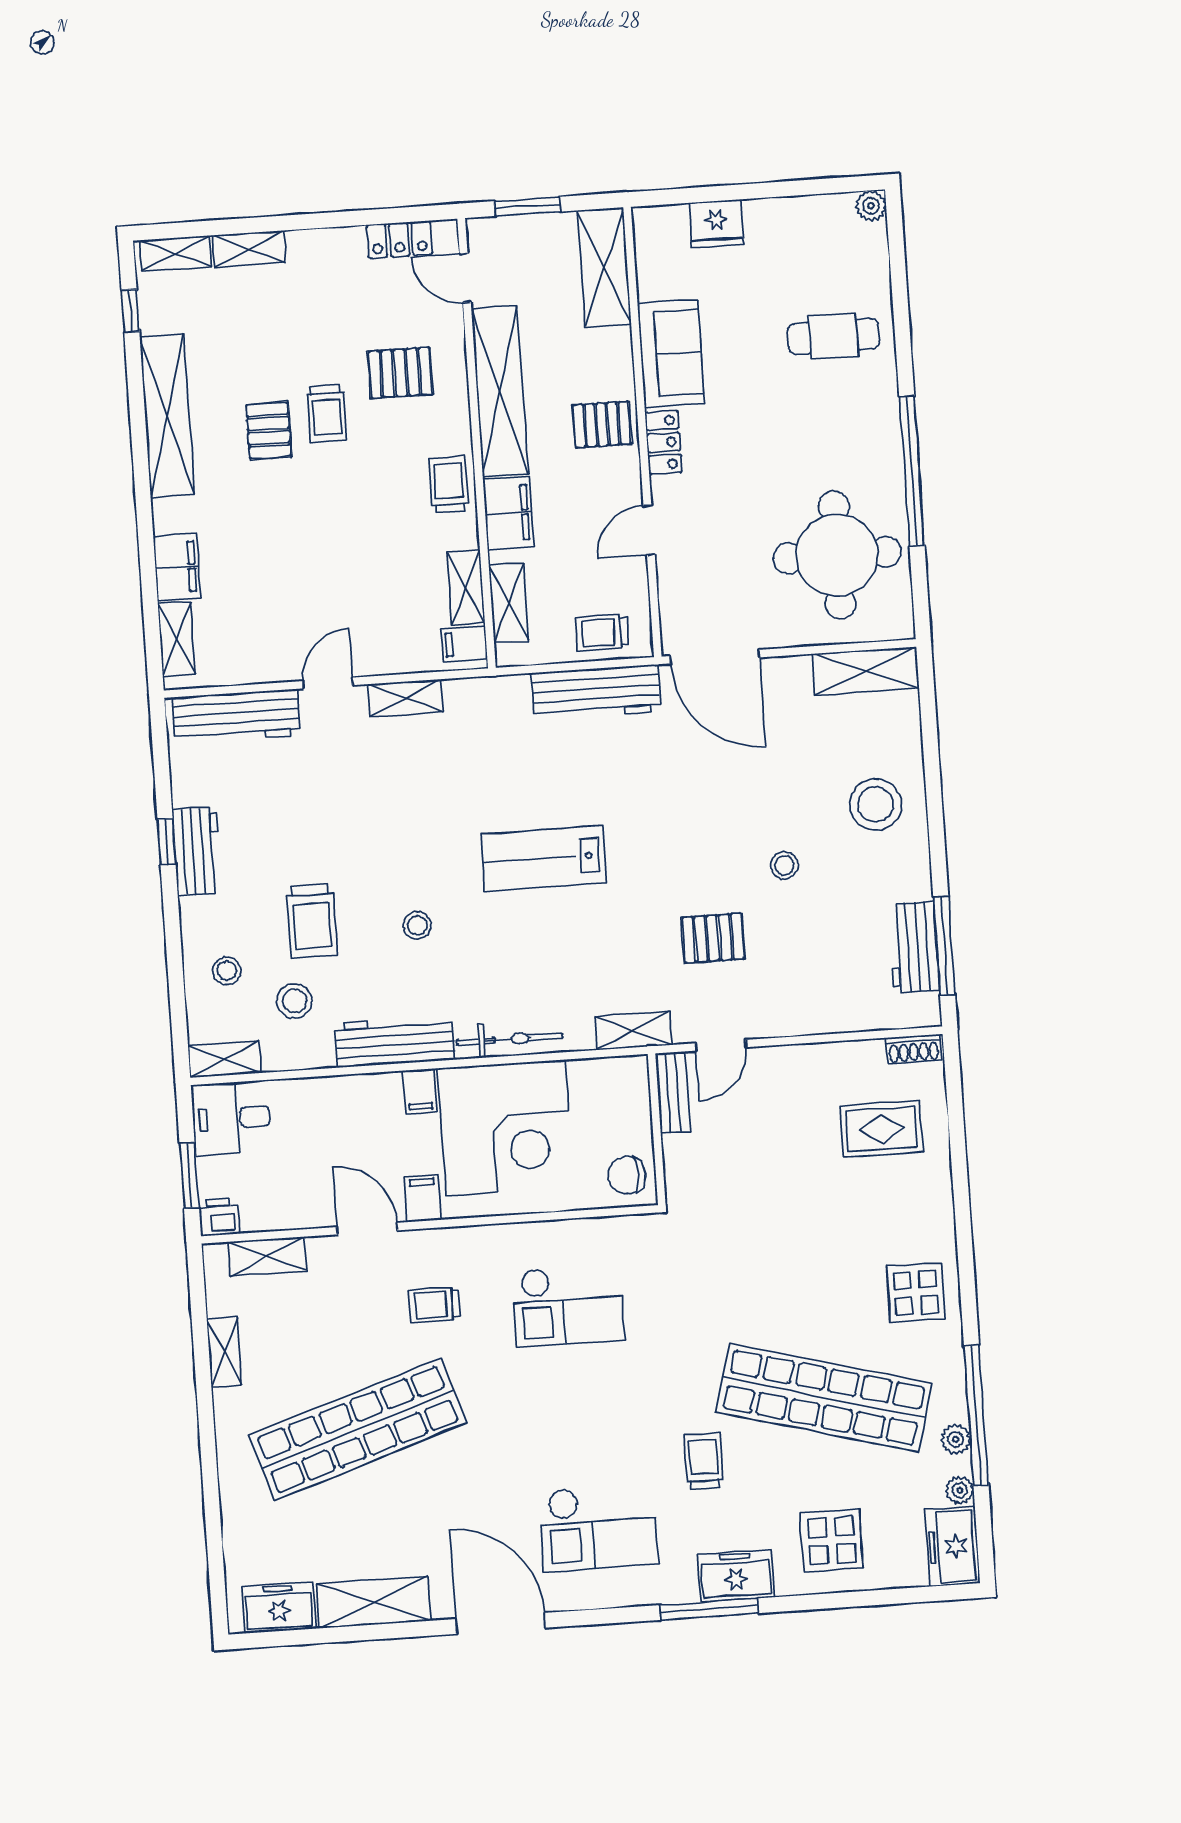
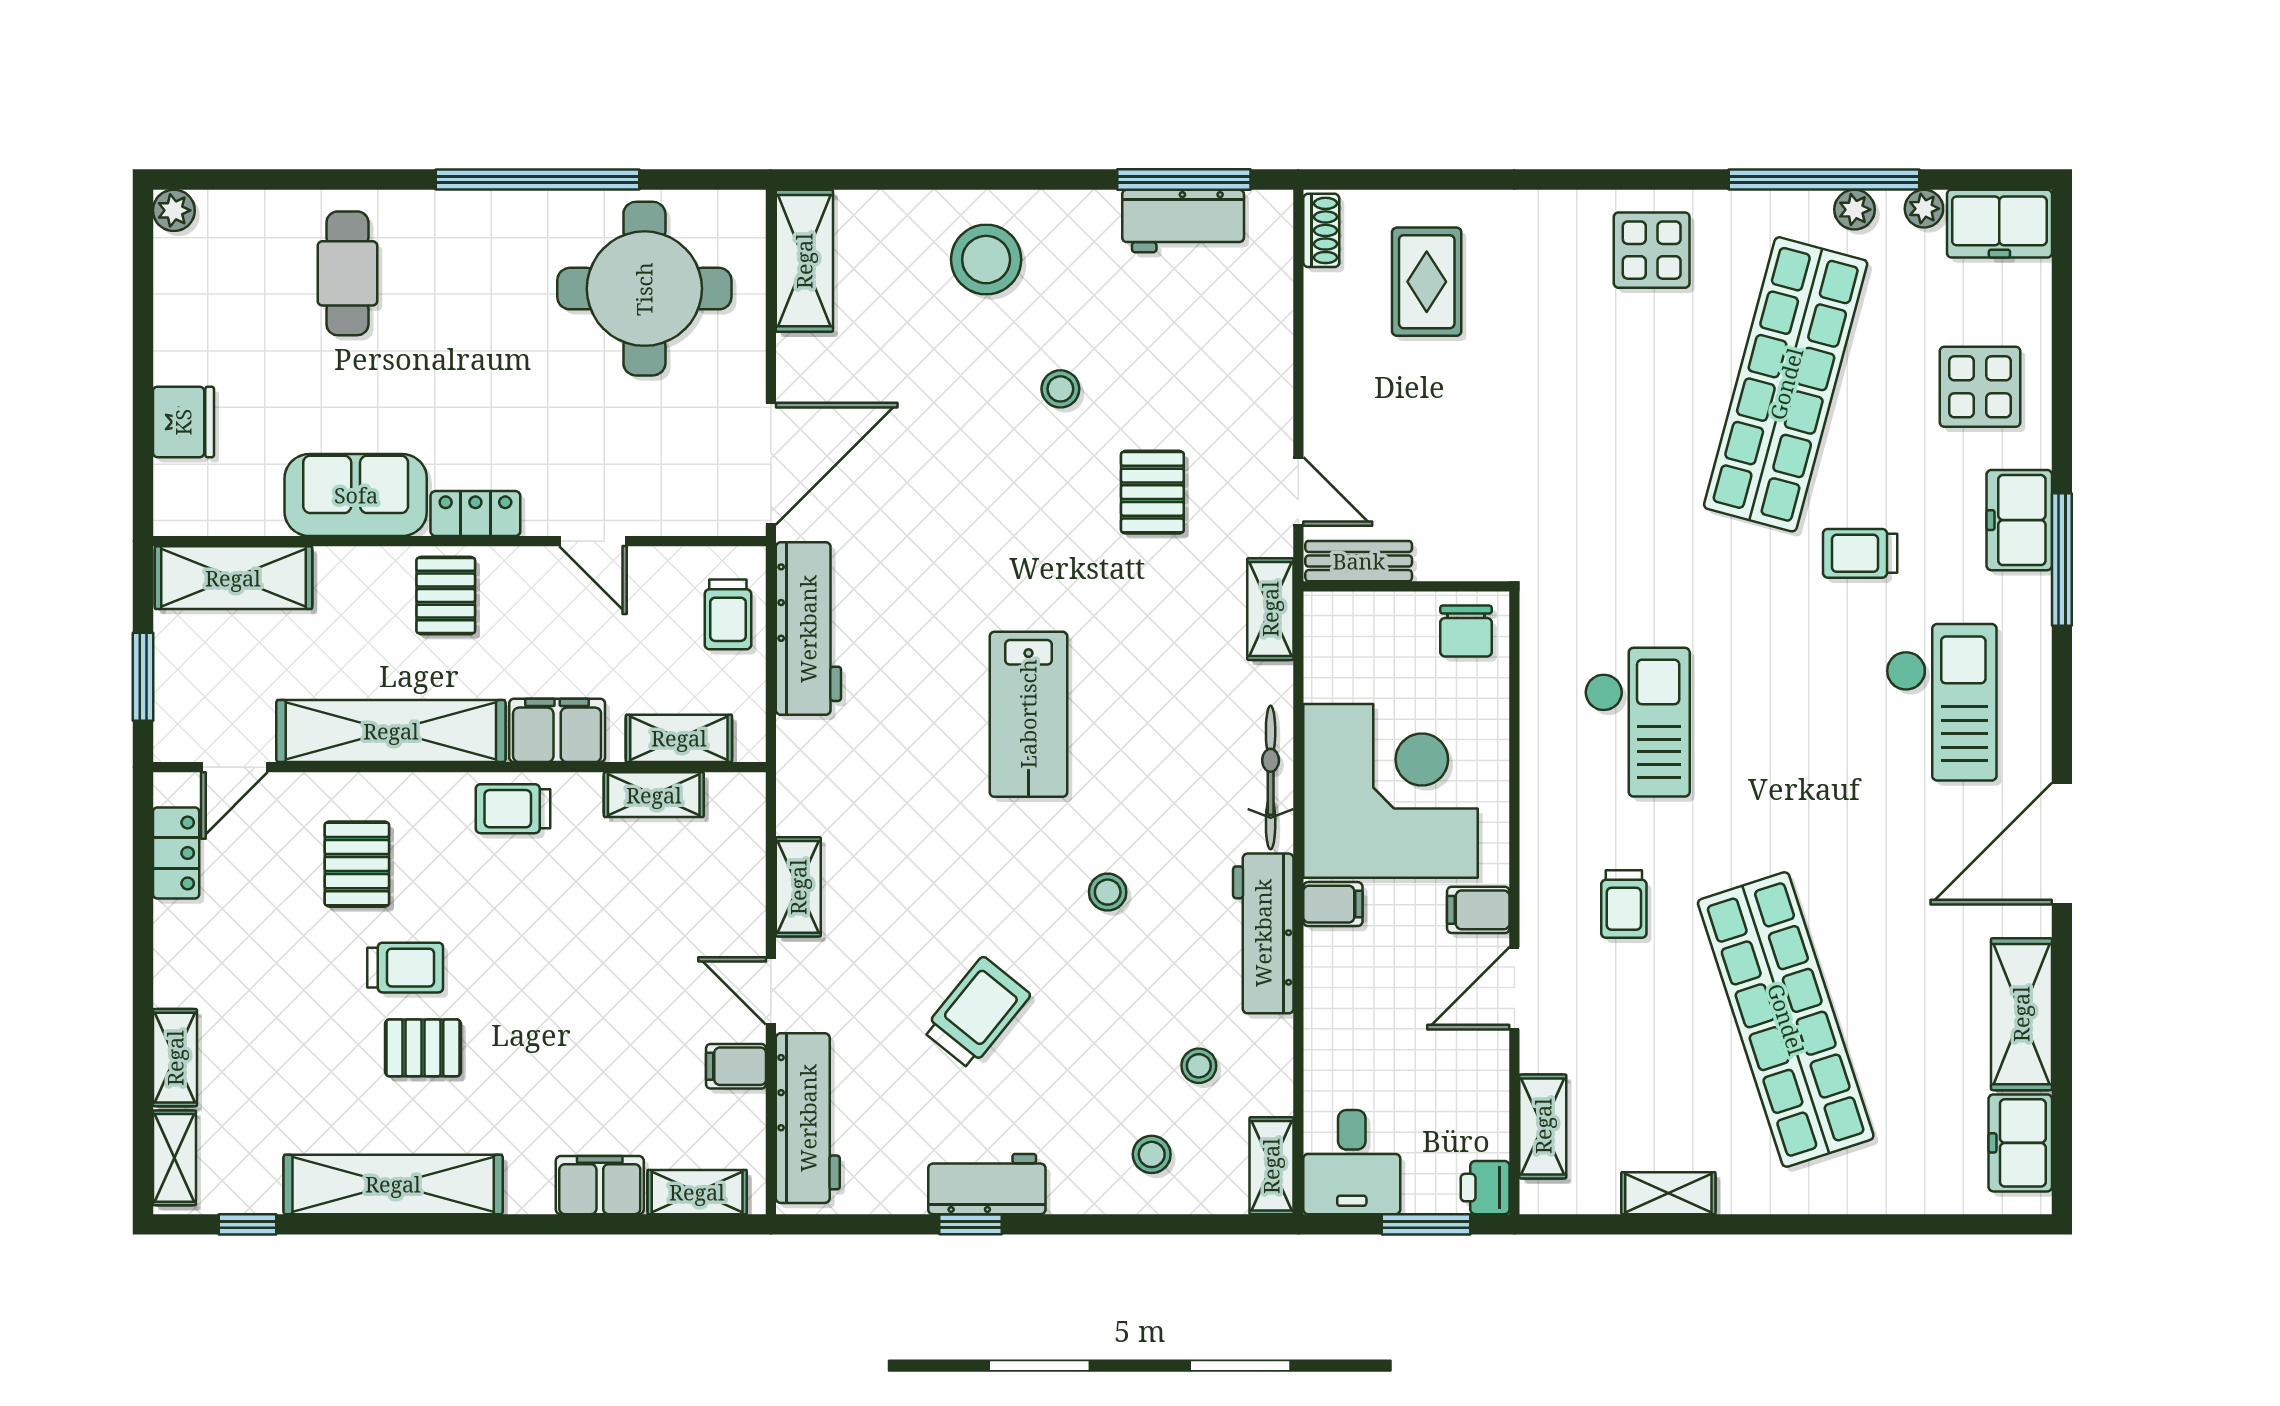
filing cabinet: (464, 644) -> (736, 1066), moved, turned 90
trolley: (312, 921) -> (977, 1013), moved, turned -51
stool: (294, 1001) -> (1199, 1066), width x0.73, depth x0.73

